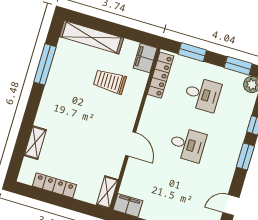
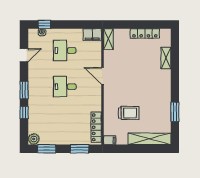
filing cabinet: (145, 58) -> (110, 140), width x0.50
window: (45, 64) -> (175, 112), width x0.69
desk: (202, 94) -> (65, 50), moved

